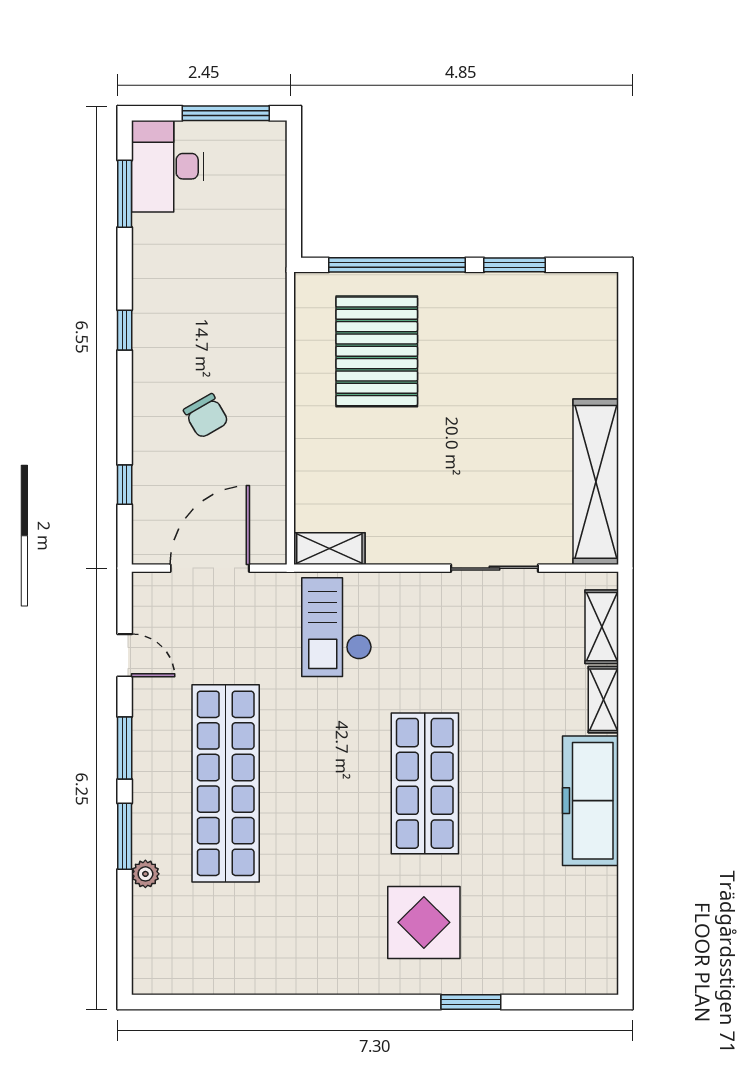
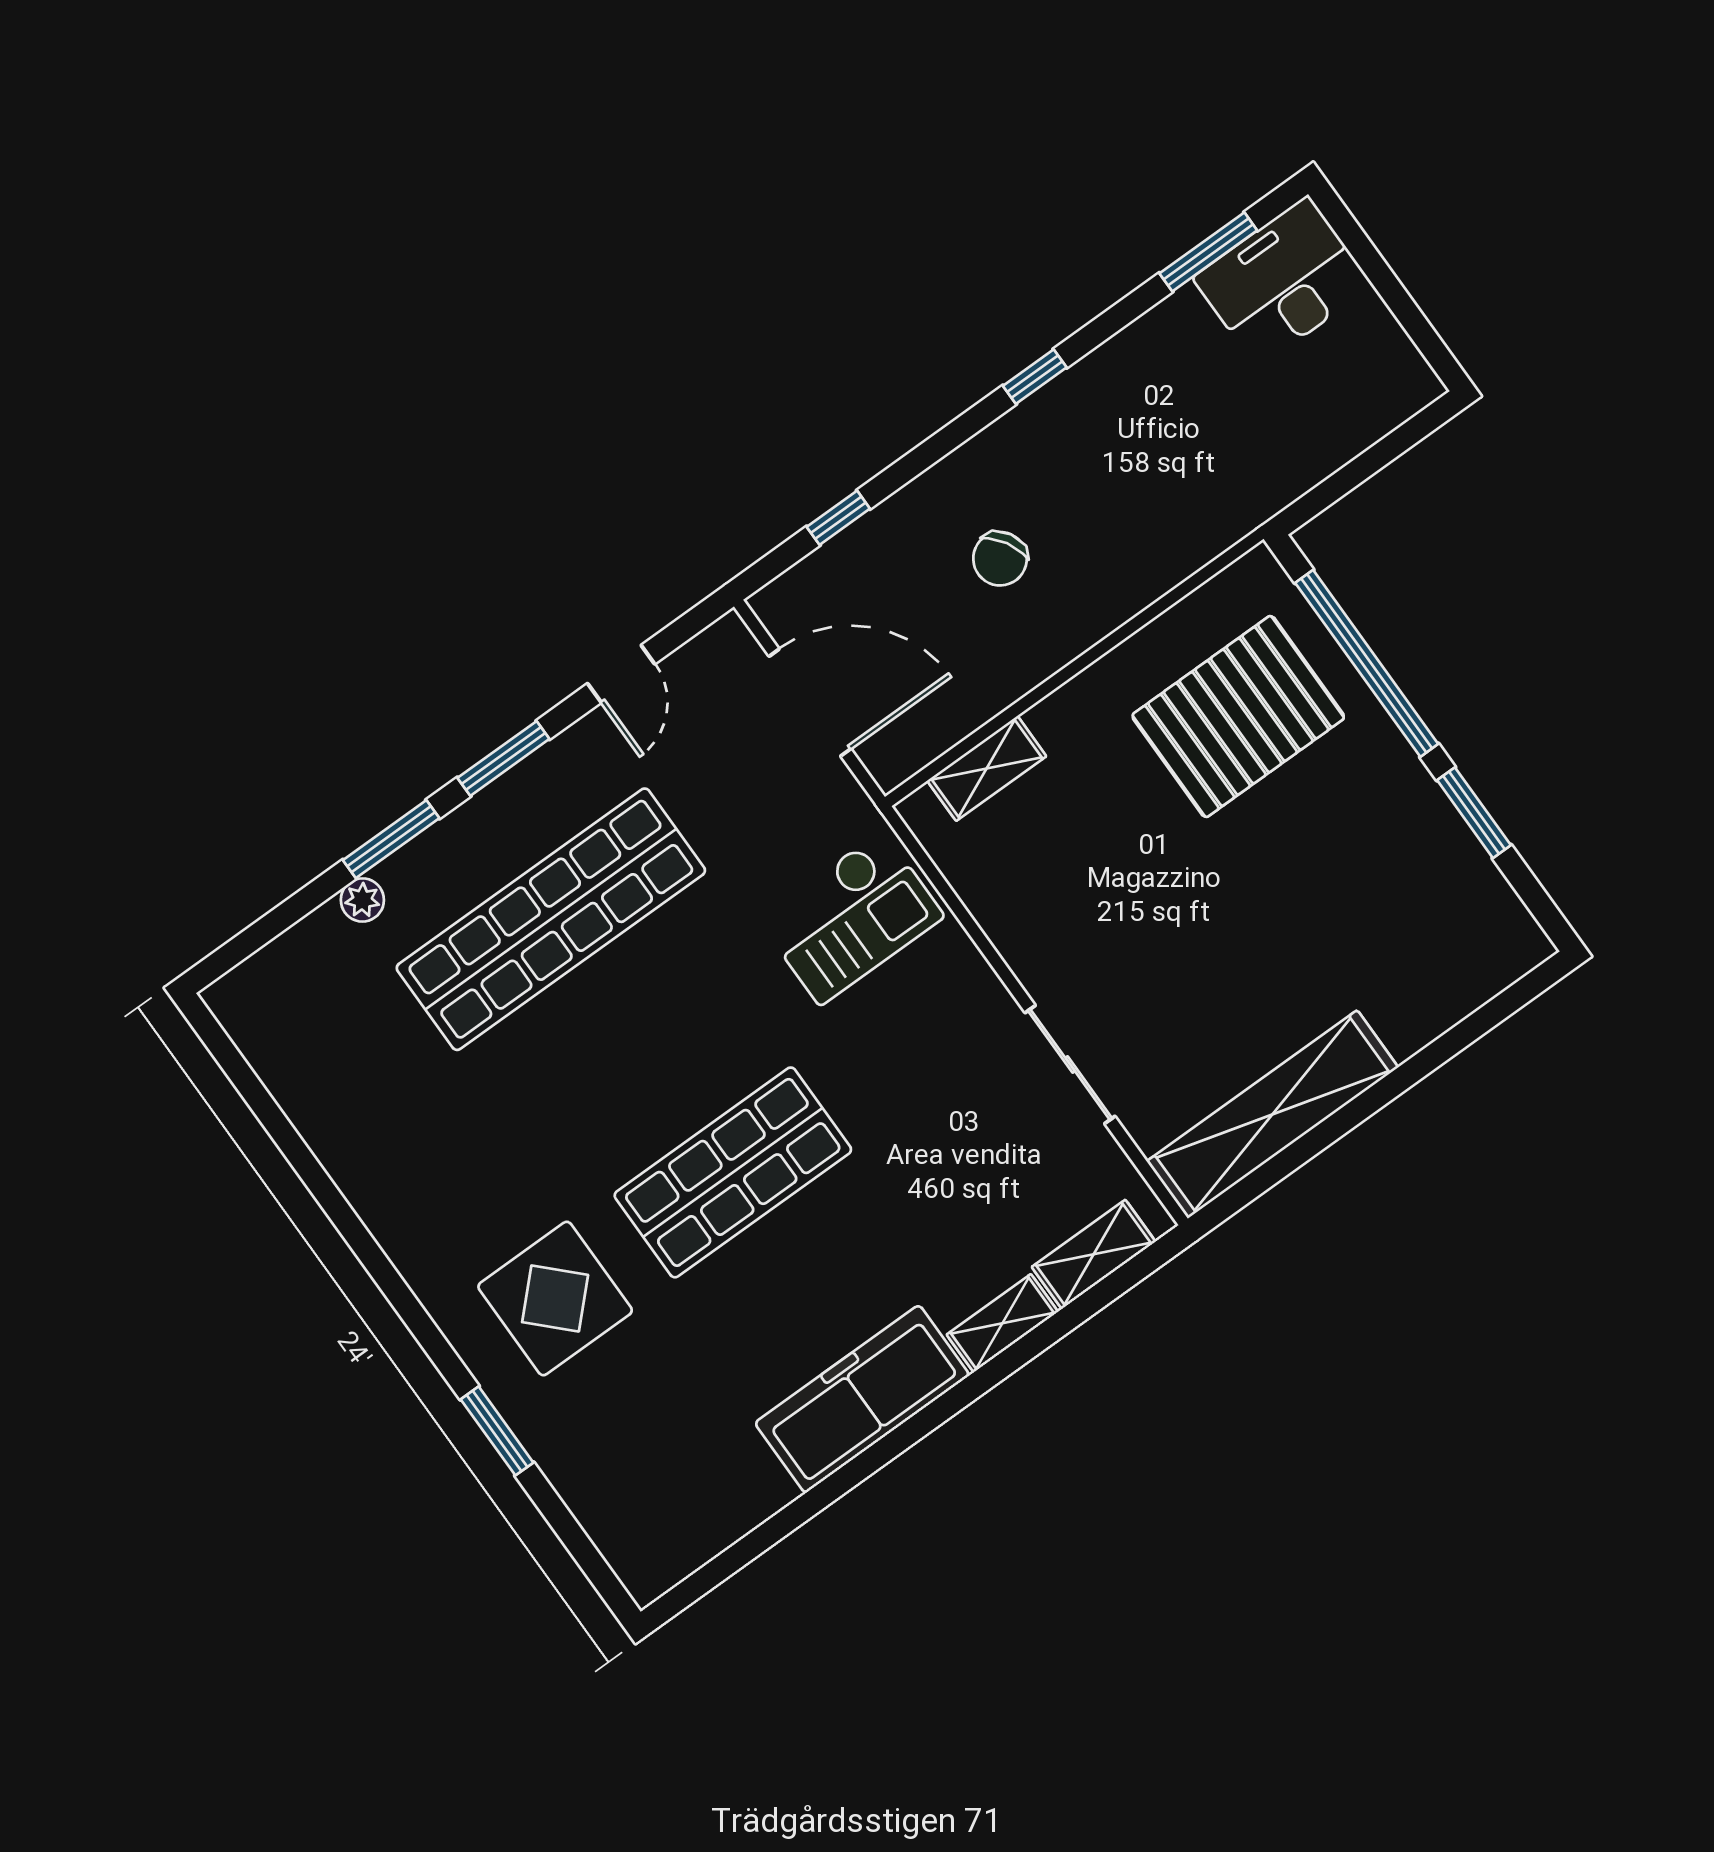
window: (226, 113) -> (1403, 307), removed
shelving: (329, 549) -> (987, 768), moved, turned 90
checkout: (337, 627) -> (851, 918), turned 180

